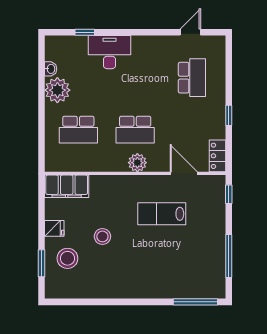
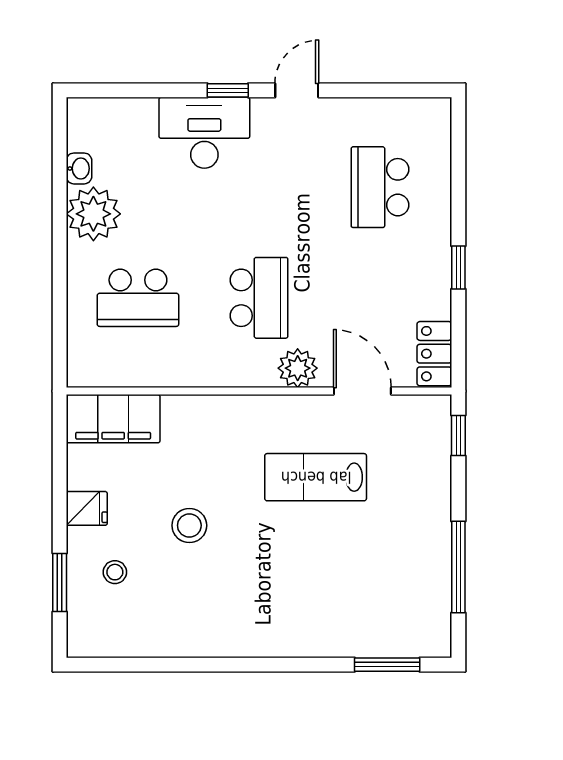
window: (85, 32) -> (228, 90), moved
door: (190, 32) -> (297, 90), moved
school desk: (192, 78) -> (380, 187), turned 180
school desk: (135, 130) -> (259, 298), turned -90
plant: (137, 163) -> (298, 368), moved
stool: (67, 258) -> (115, 572), width x0.53, depth x0.53
window: (195, 302) -> (387, 665), width x0.69

